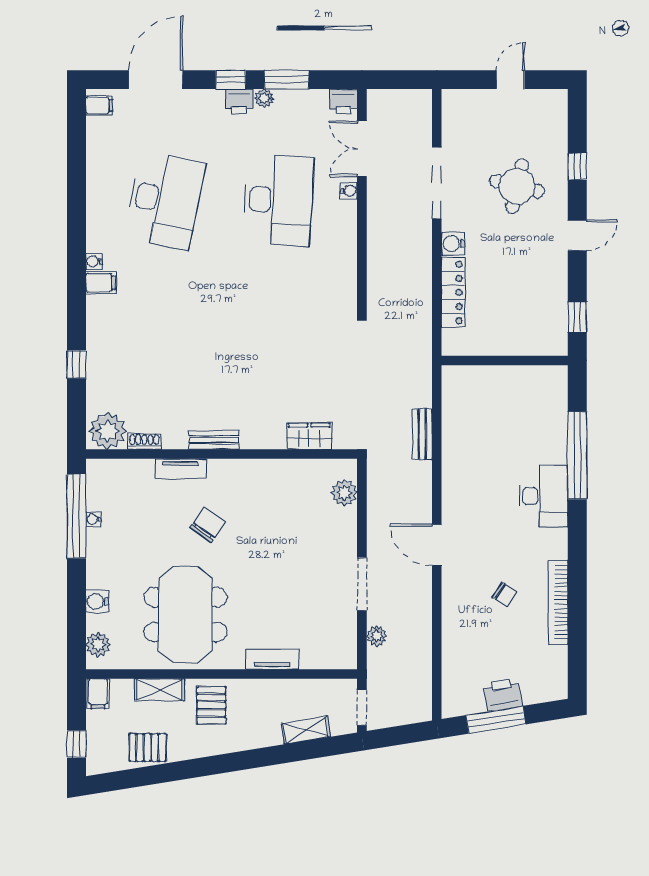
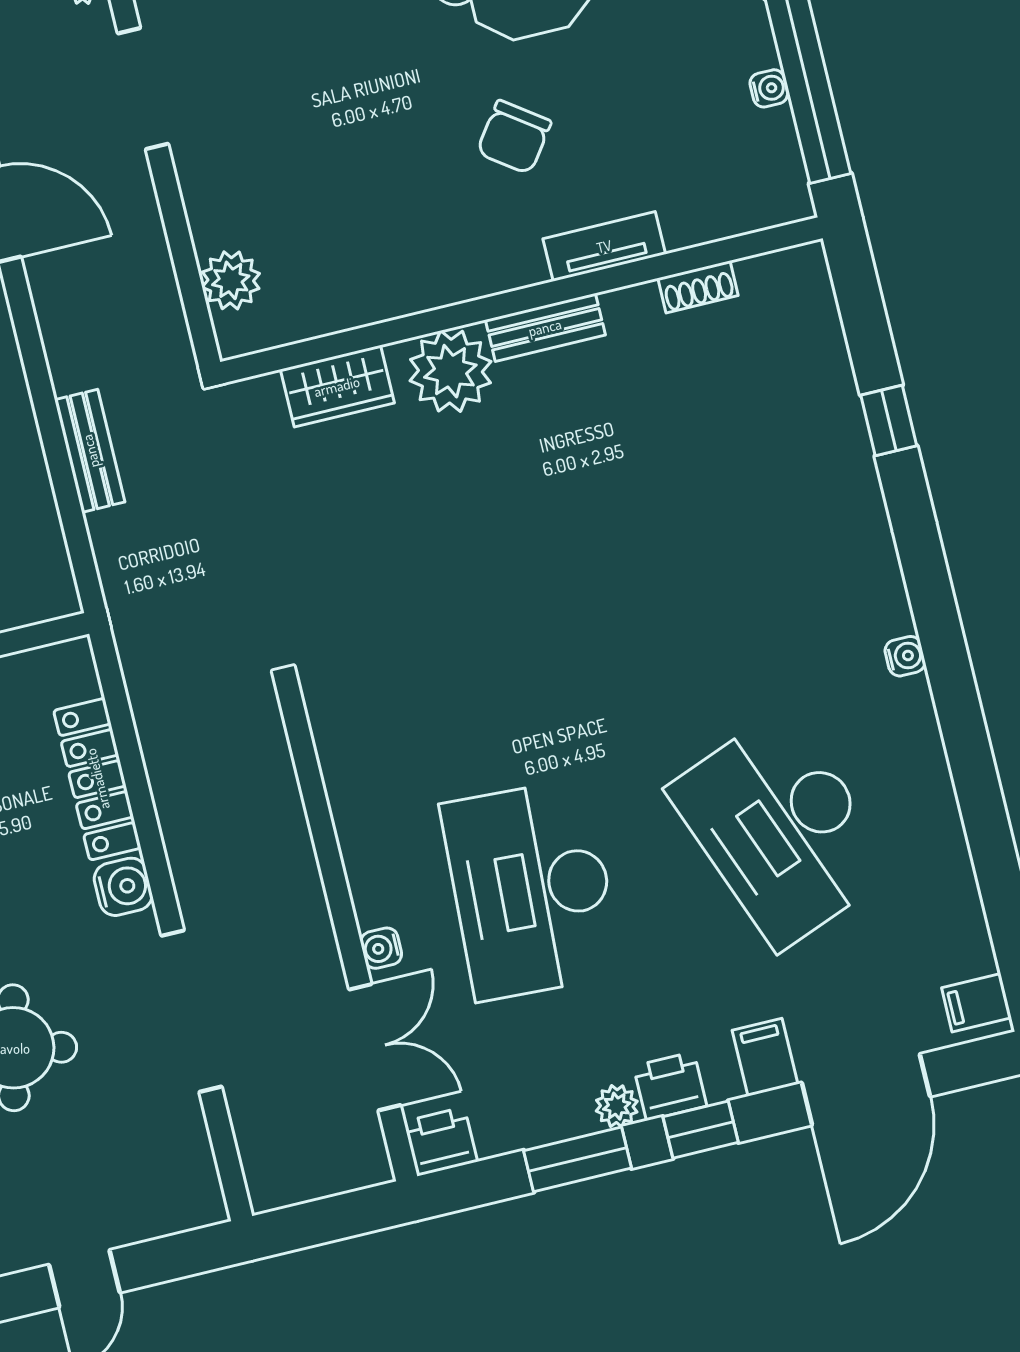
desk: (165, 200) -> (782, 829), turned -33
filing cabinet: (101, 283) -> (765, 1057), moved, turned 90
plant: (108, 431) -> (450, 371), moved

